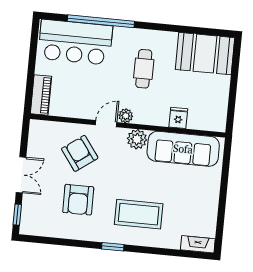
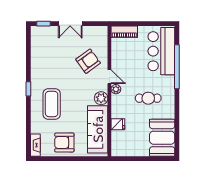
armchair: (78, 200) -> (64, 142), moved

